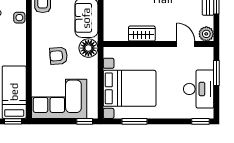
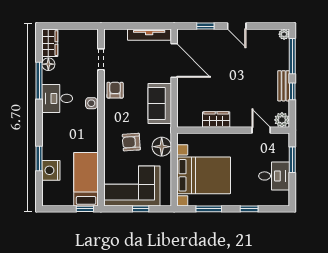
floor lamp: (88, 48) -> (162, 147), moved
desk: (199, 89) -> (274, 176), width x0.73
window: (85, 121) -> (141, 209), moved
window: (201, 121) -> (249, 209), moved

